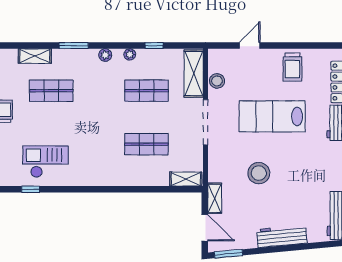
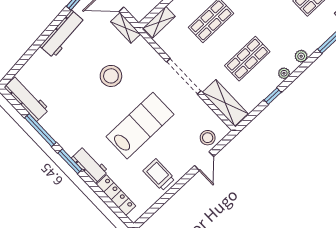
stool: (217, 81) -> (208, 138), moved
workbench: (282, 236) -> (62, 34), moved

